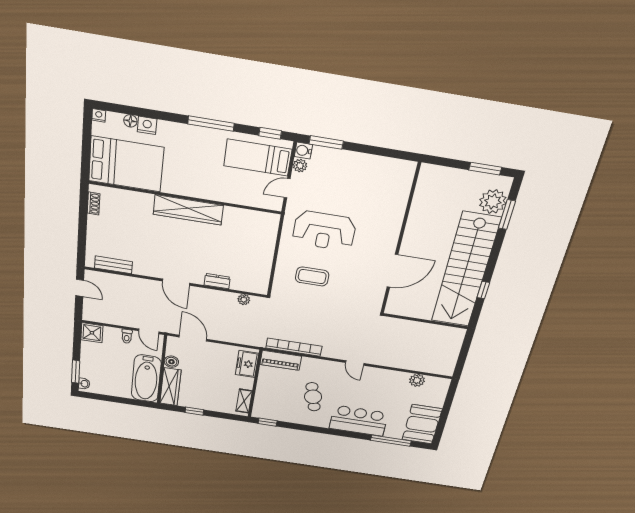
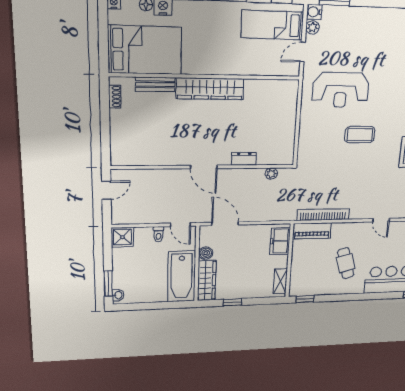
bench: (113, 265) -> (155, 84), moved
coffee table: (312, 276) -> (360, 135), moved
door: (80, 288) -> (106, 190), hinge flipped

